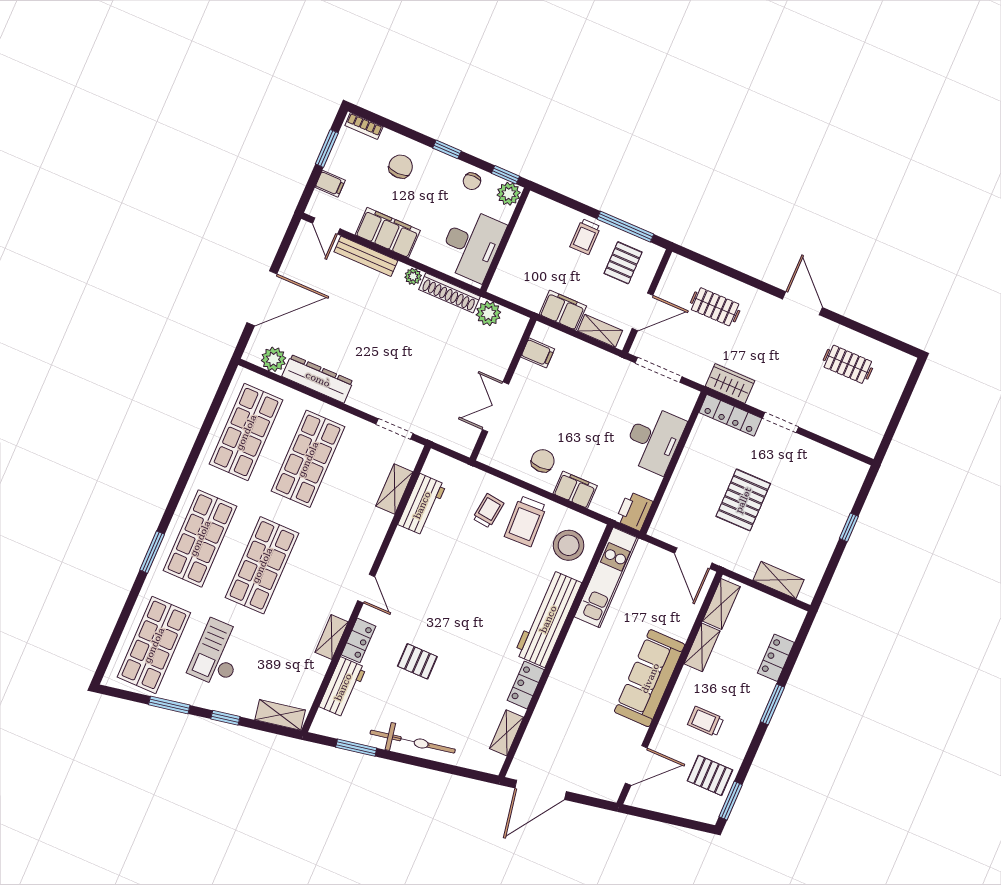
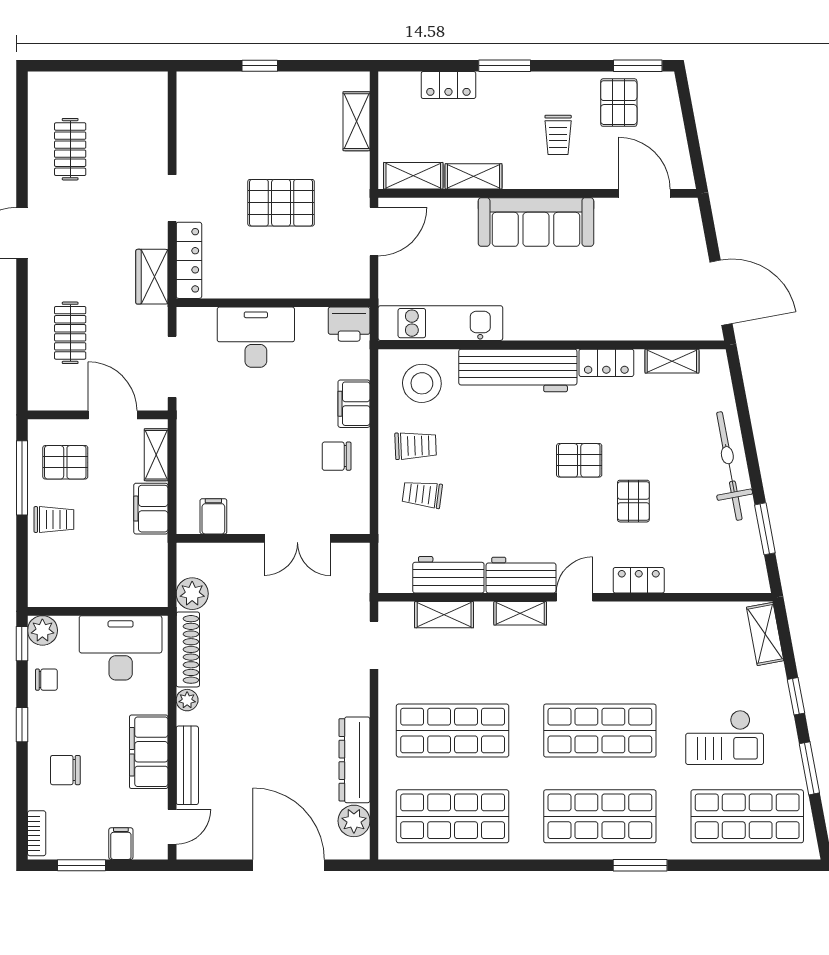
trolley: (525, 521) -> (416, 446), width x0.73, depth x0.72
pallet: (464, 635) -> (579, 460), added
shelving: (332, 637) -> (520, 613), moved
workbench: (343, 687) -> (521, 575), moved

